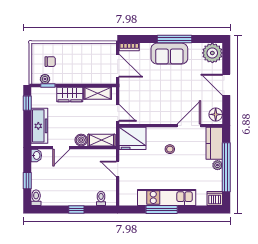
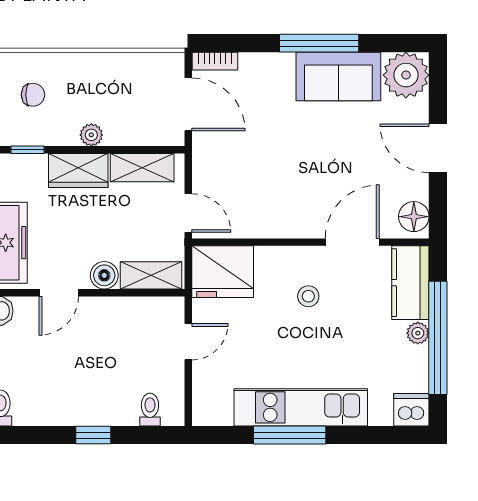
sofa: (169, 54) -> (338, 76), moved
plant: (45, 79) -> (91, 135), moved
door: (118, 169) -> (188, 342), swing flipped

